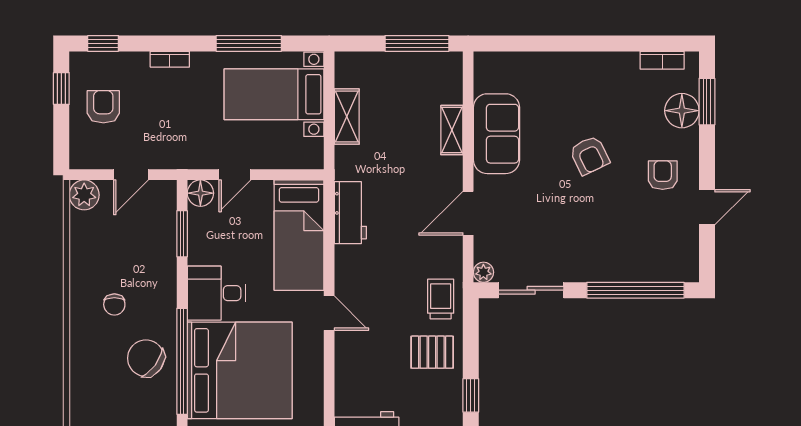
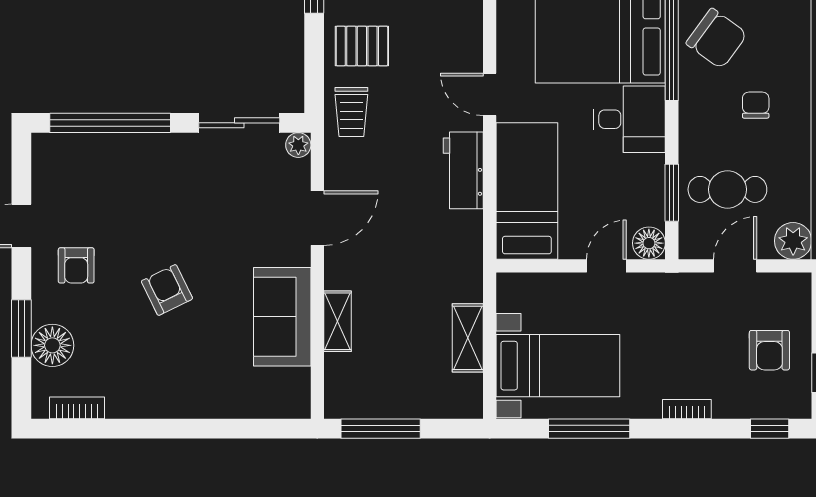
window: (707, 102) -> (21, 328), moved
workbench: (350, 213) -> (463, 170), moved
cafe table: (137, 236) -> (727, 189), added

